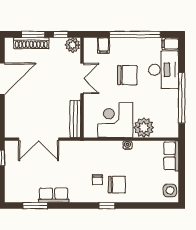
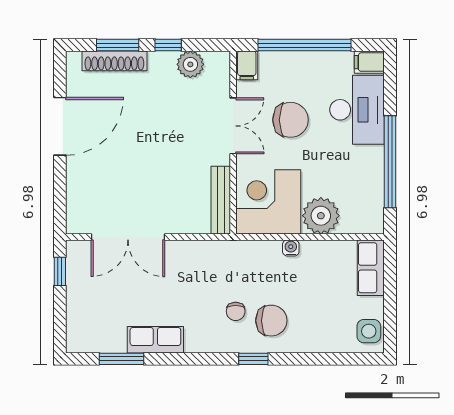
double door: (82, 78) -> (233, 126), moved
wall: (82, 88) -> (233, 143), moved
bench: (75, 119) -> (221, 200), moved

